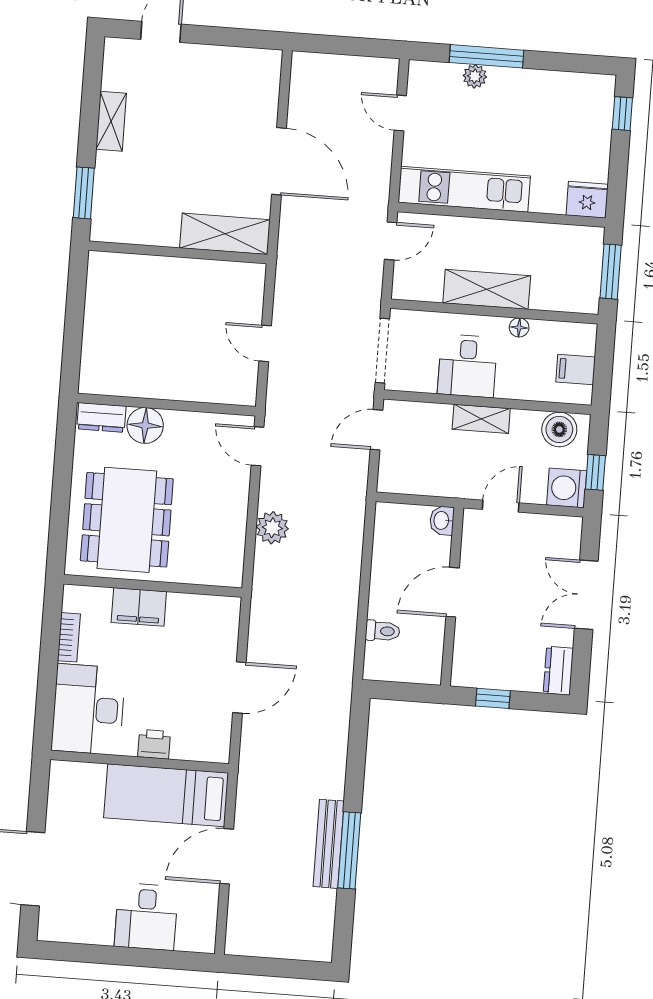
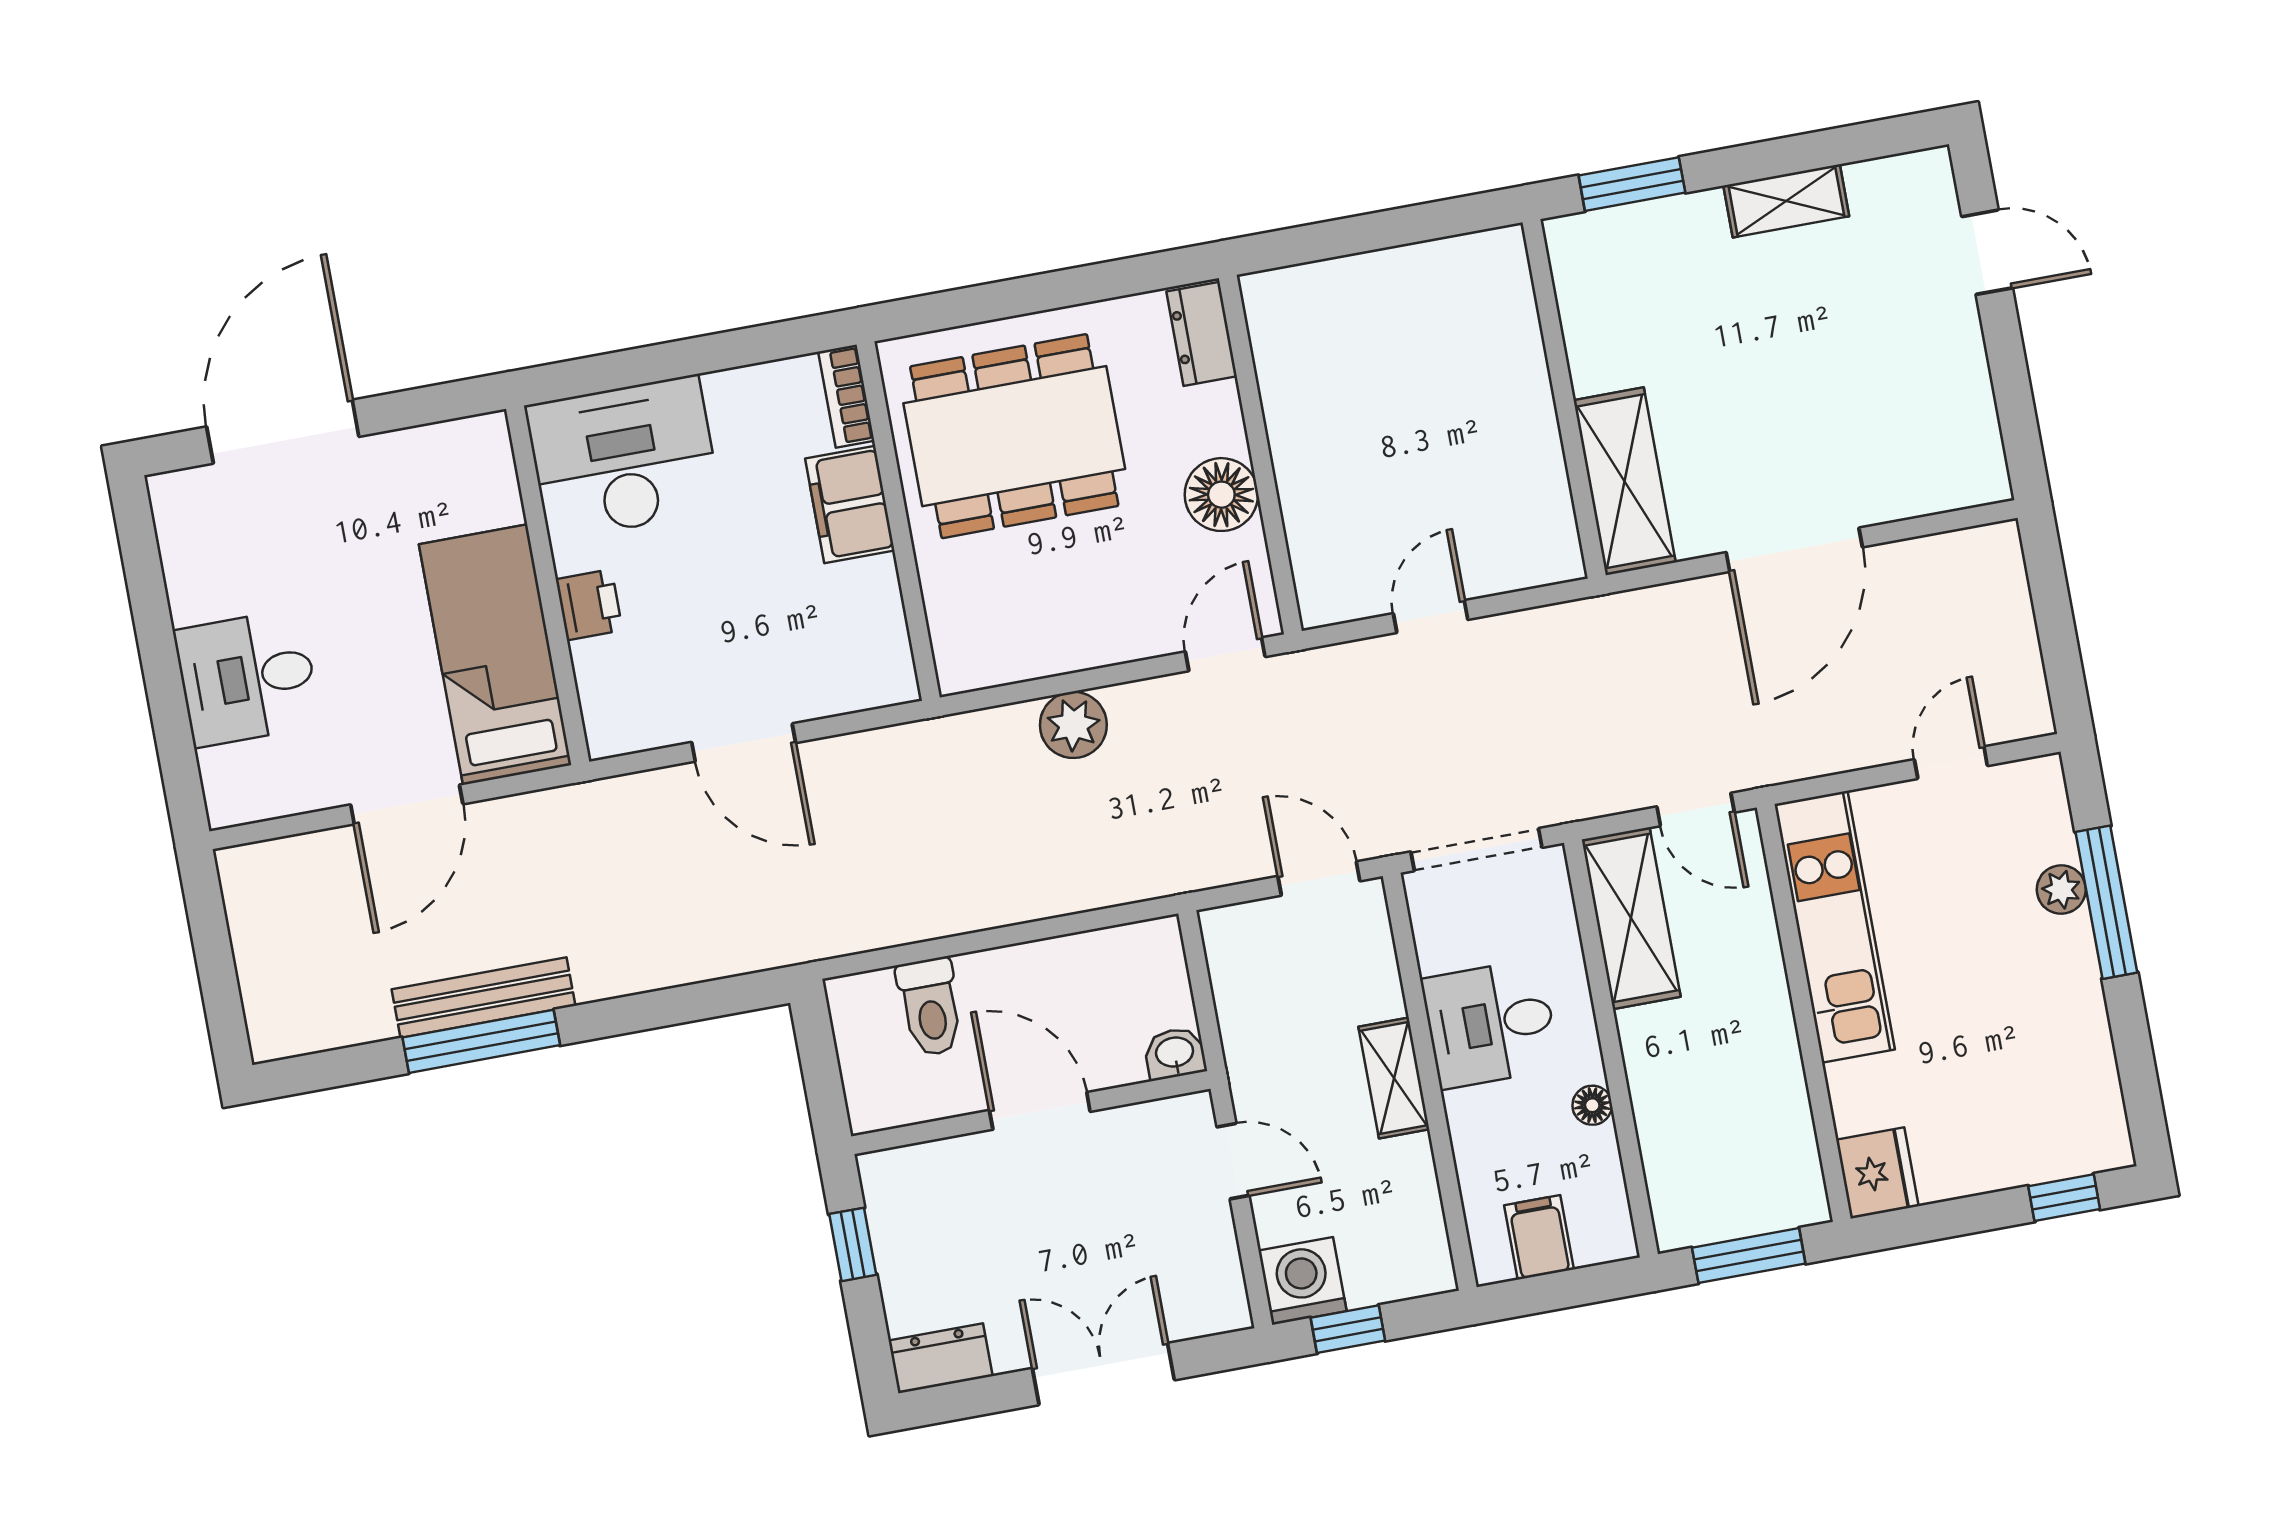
shelving: (487, 289) -> (1631, 918), moved
floor lamp: (145, 425) -> (1221, 495), moved
boiler: (559, 429) -> (1413, 1236), removed
toilet: (383, 631) -> (930, 1007), width x1.37, depth x1.39
bookcase: (69, 637) -> (846, 396), moved, turned 90
door: (227, 856) -> (407, 804), swing flipped

